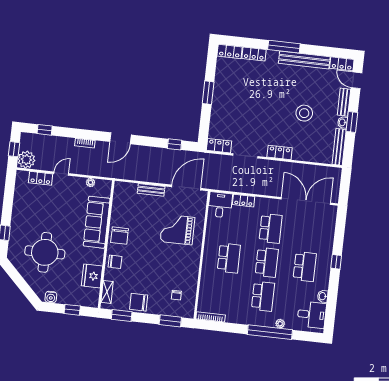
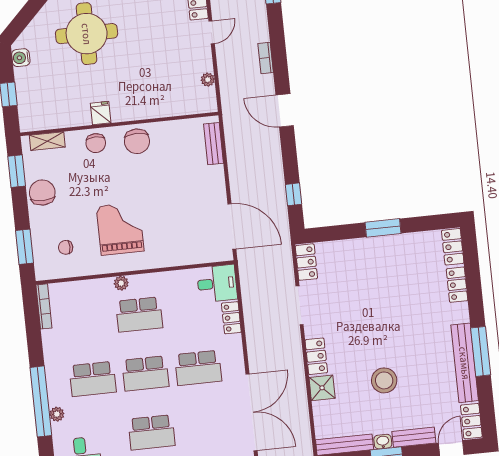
window: (284, 47) -> (481, 351), moved
shower: (300, 153) -> (322, 388), added
door: (61, 174) -> (212, 32), hinge flipped
bench: (151, 190) -> (213, 144), moved
sofa: (97, 222) -> (150, 102), removed
grand piano: (177, 230) -> (120, 229), moved
chair: (120, 236) -> (137, 141), turned -90
plant: (207, 265) -> (121, 283), added
fridge: (92, 276) -> (101, 113), moved, width x0.53, depth x0.75

